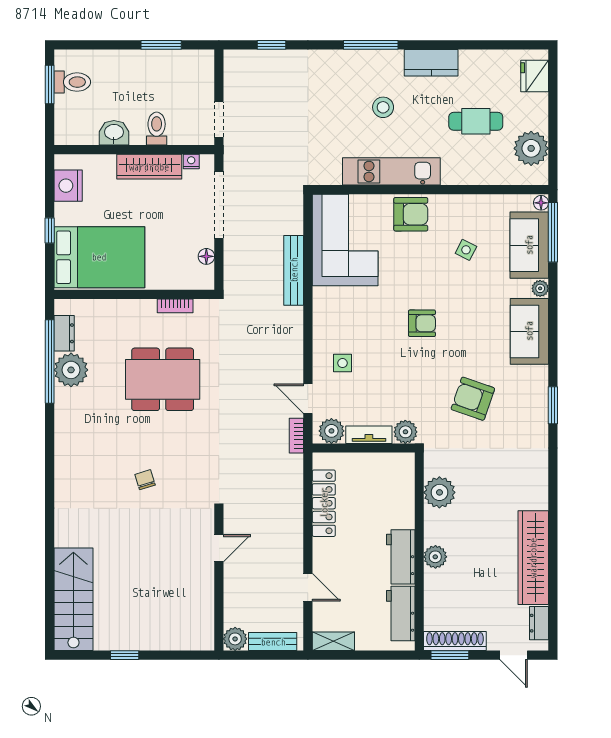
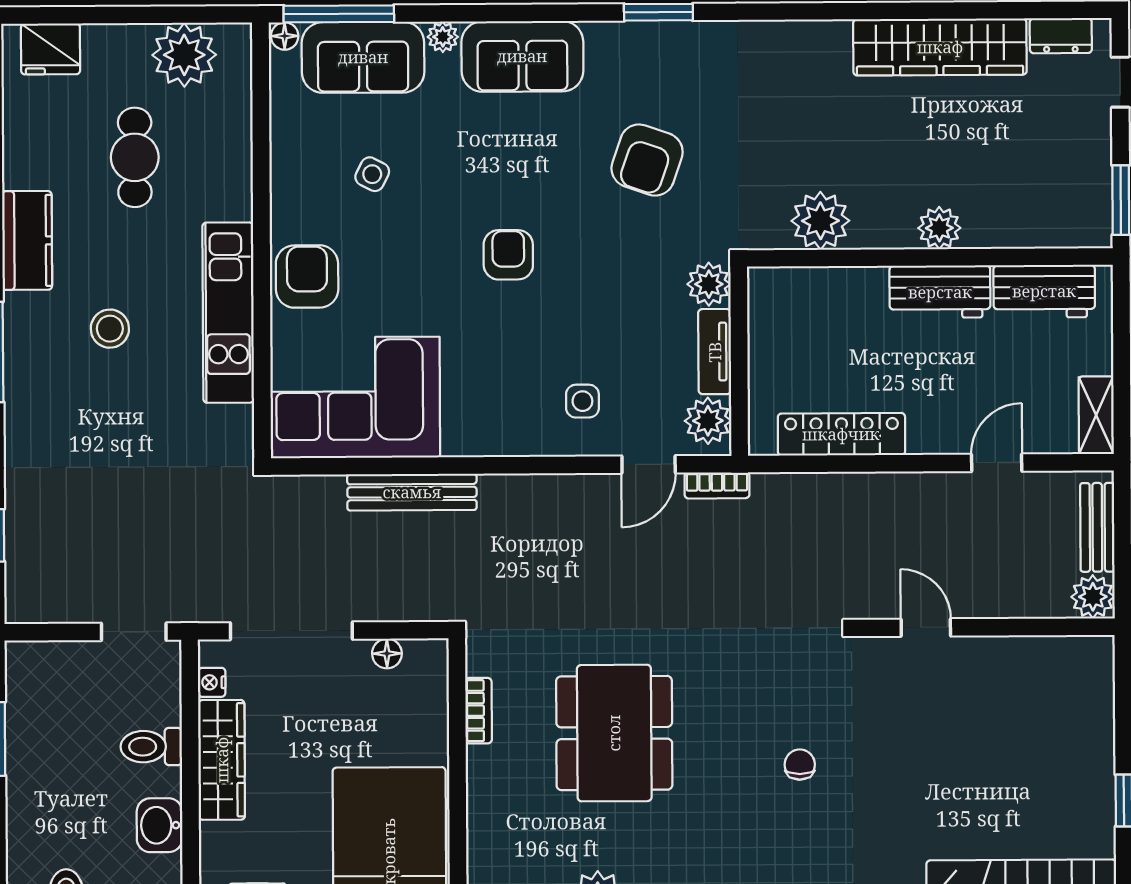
chair: (145, 480) -> (800, 765), turned 107
shoe rack: (455, 641) -> (1095, 191), removed

